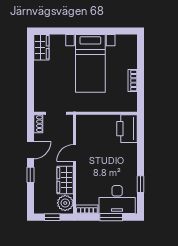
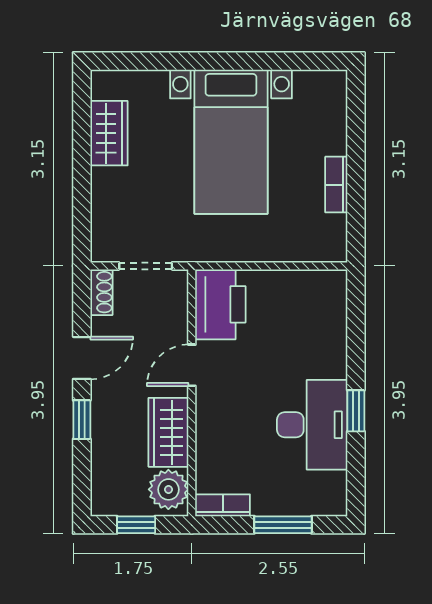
wardrobe: (41, 47) -> (109, 133), moved
printer: (127, 129) -> (220, 304), moved, turned 180
window: (141, 184) -> (356, 411), moved
desk: (117, 200) -> (312, 425), moved, turned -90

